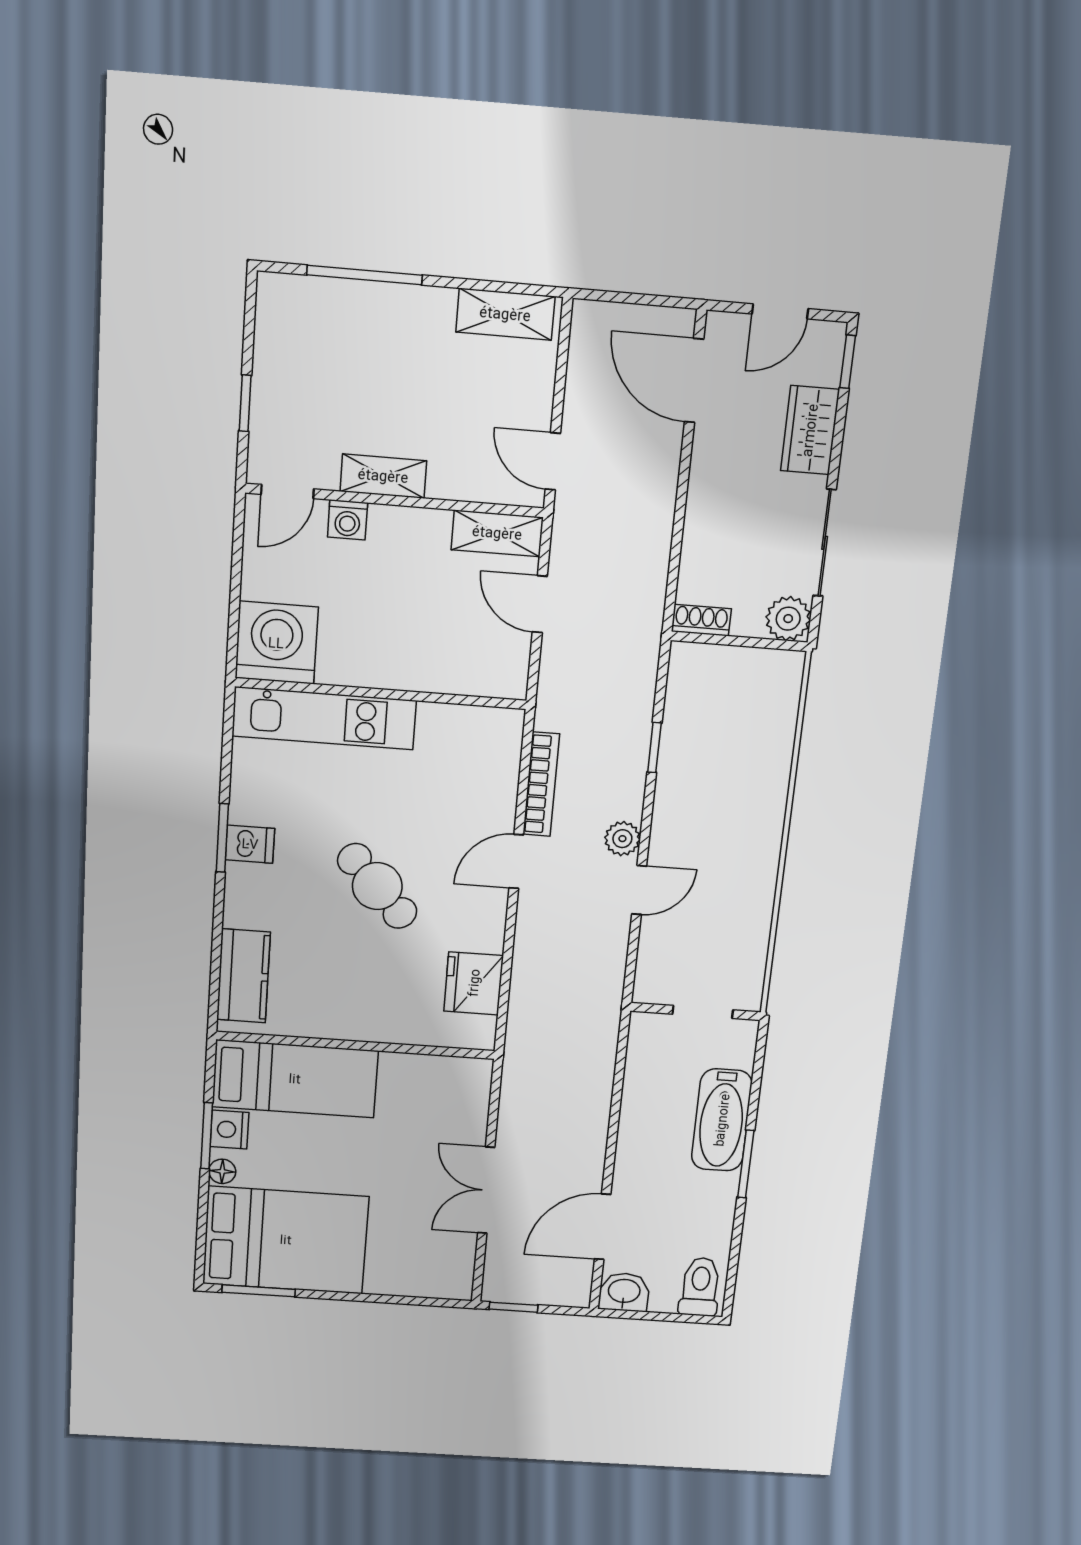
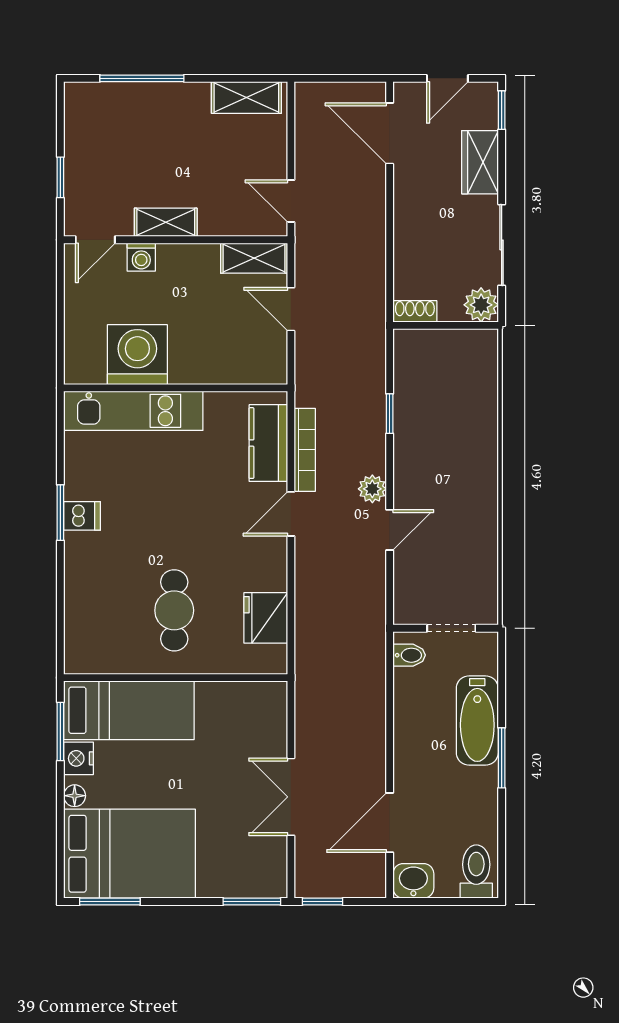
washing machine: (276, 643) -> (137, 355), moved
cafe table: (377, 886) -> (174, 610), moved, turned 43
kitchen counter: (244, 976) -> (268, 443), moved, turned 180
bidet: (647, 1040) -> (409, 655), added
window: (207, 1136) -> (60, 732), moved
window: (429, 1302) -> (252, 901), added

